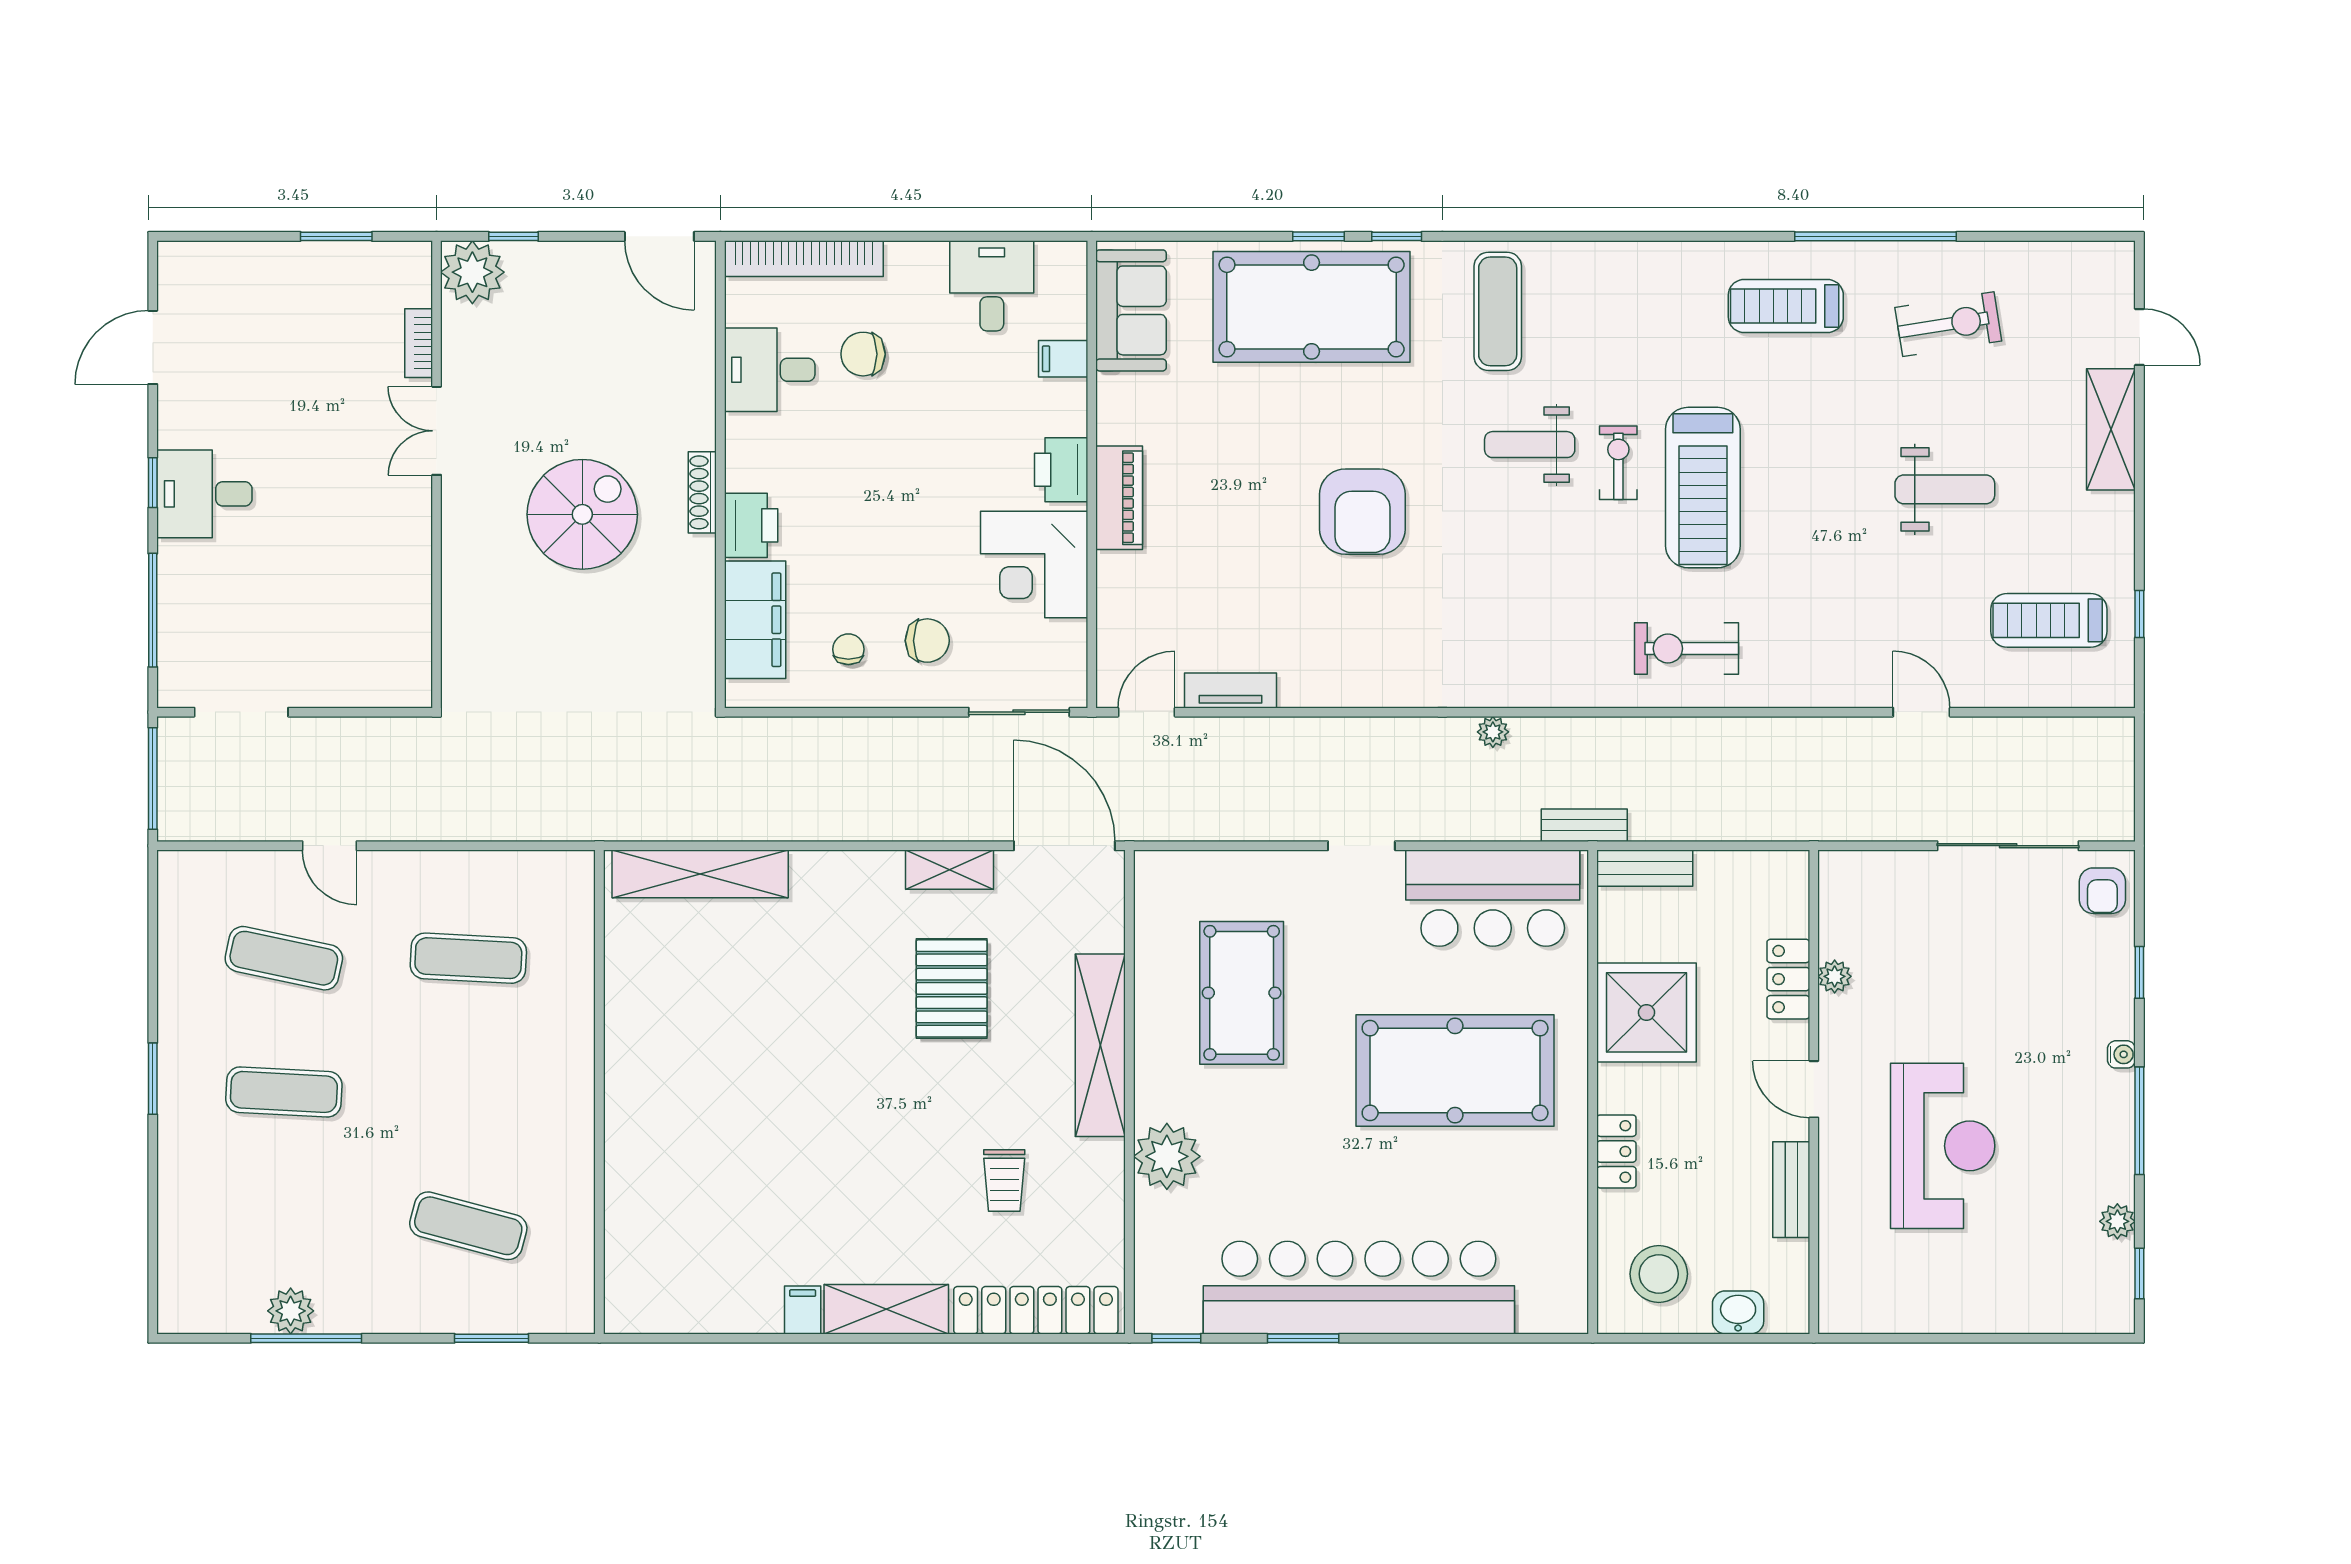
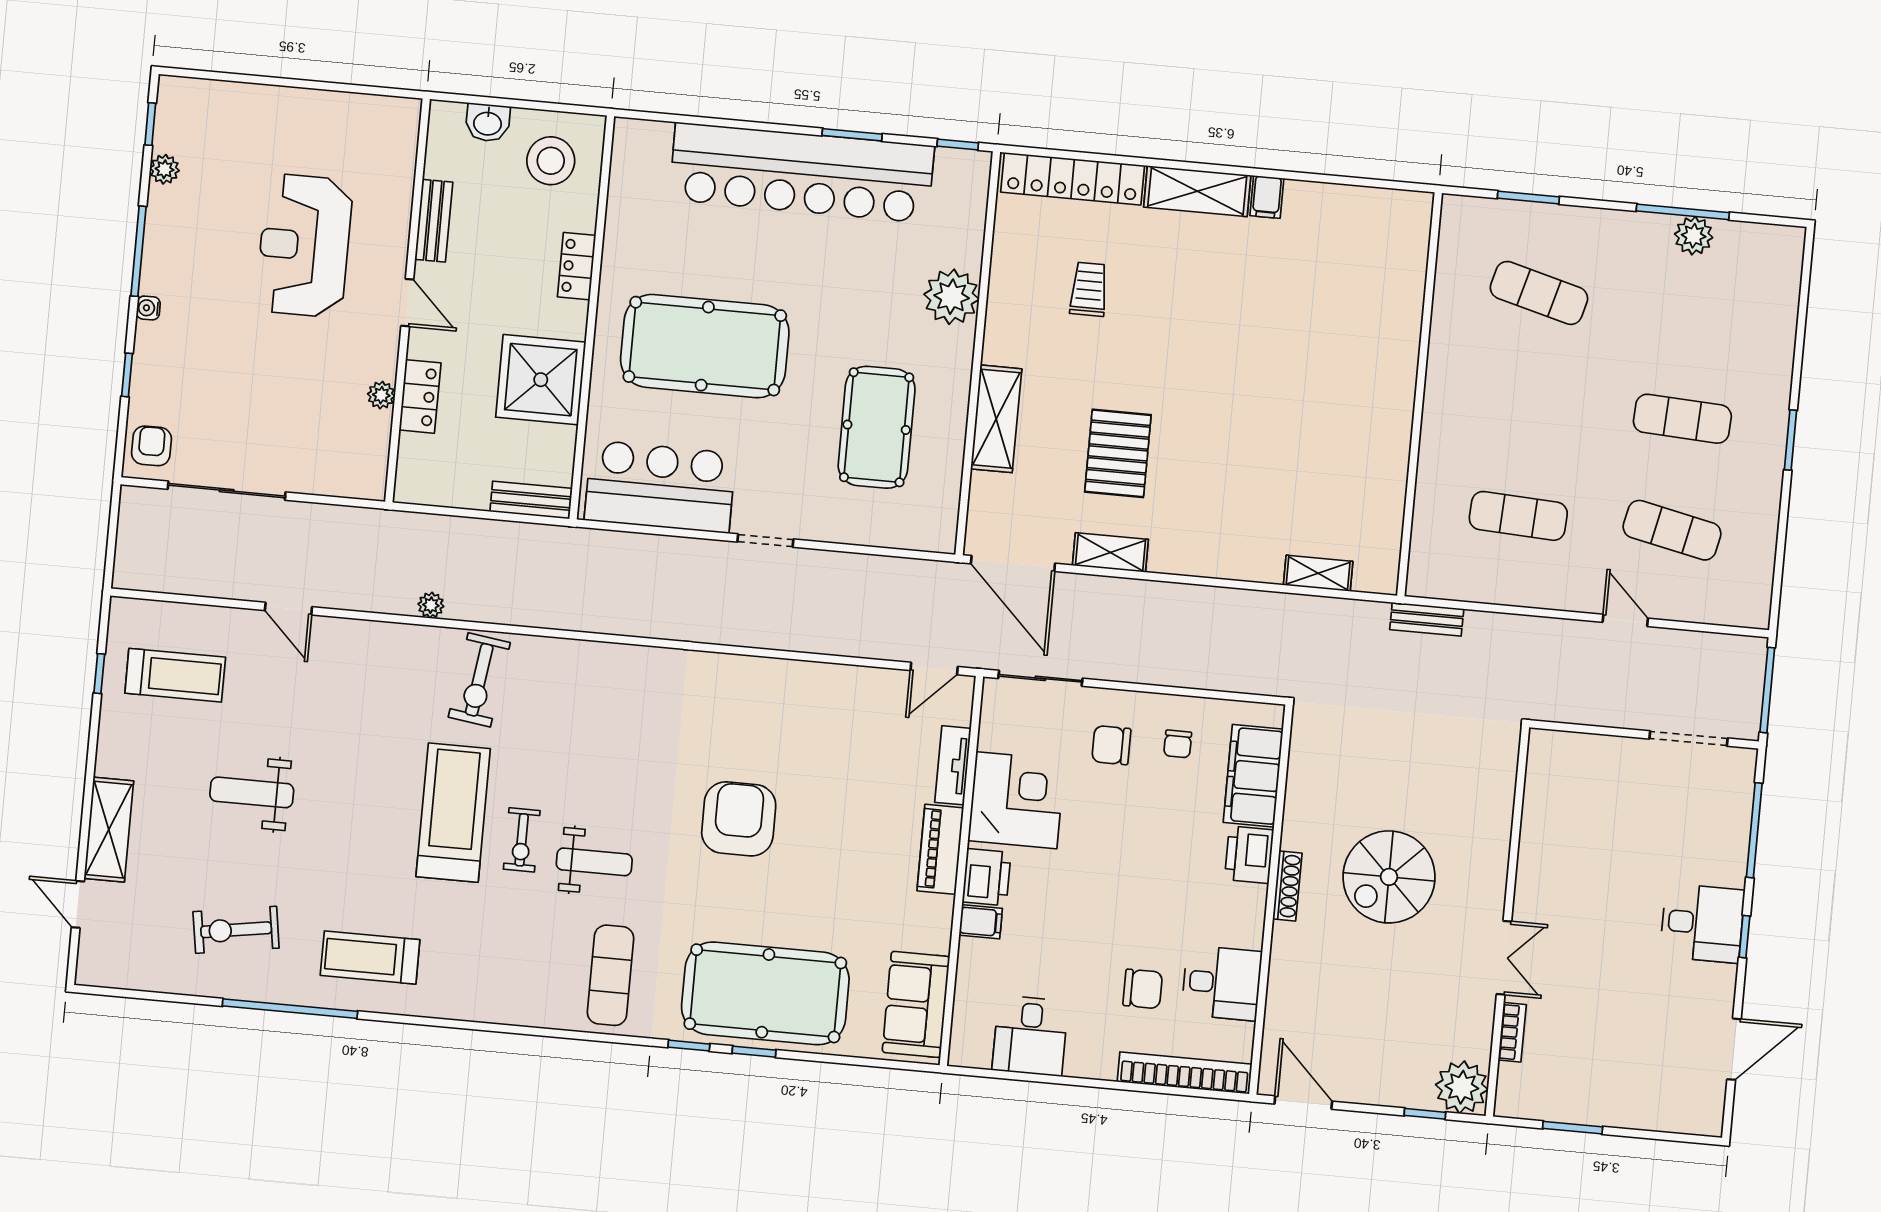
treadmill: (1786, 306) -> (370, 958), turned 180
filing cabinet: (1063, 359) -> (981, 922), moved
exercise bike: (1687, 649) -> (479, 680), turned 98
tv unit: (1230, 690) -> (953, 765), moved, turned 90
plant: (1493, 732) -> (431, 605), moved
bench: (1584, 825) -> (1427, 619), moved
shelving: (700, 874) -> (1318, 573), width x0.45, depth x0.75
shelving: (1100, 1045) -> (996, 419), width x0.68

